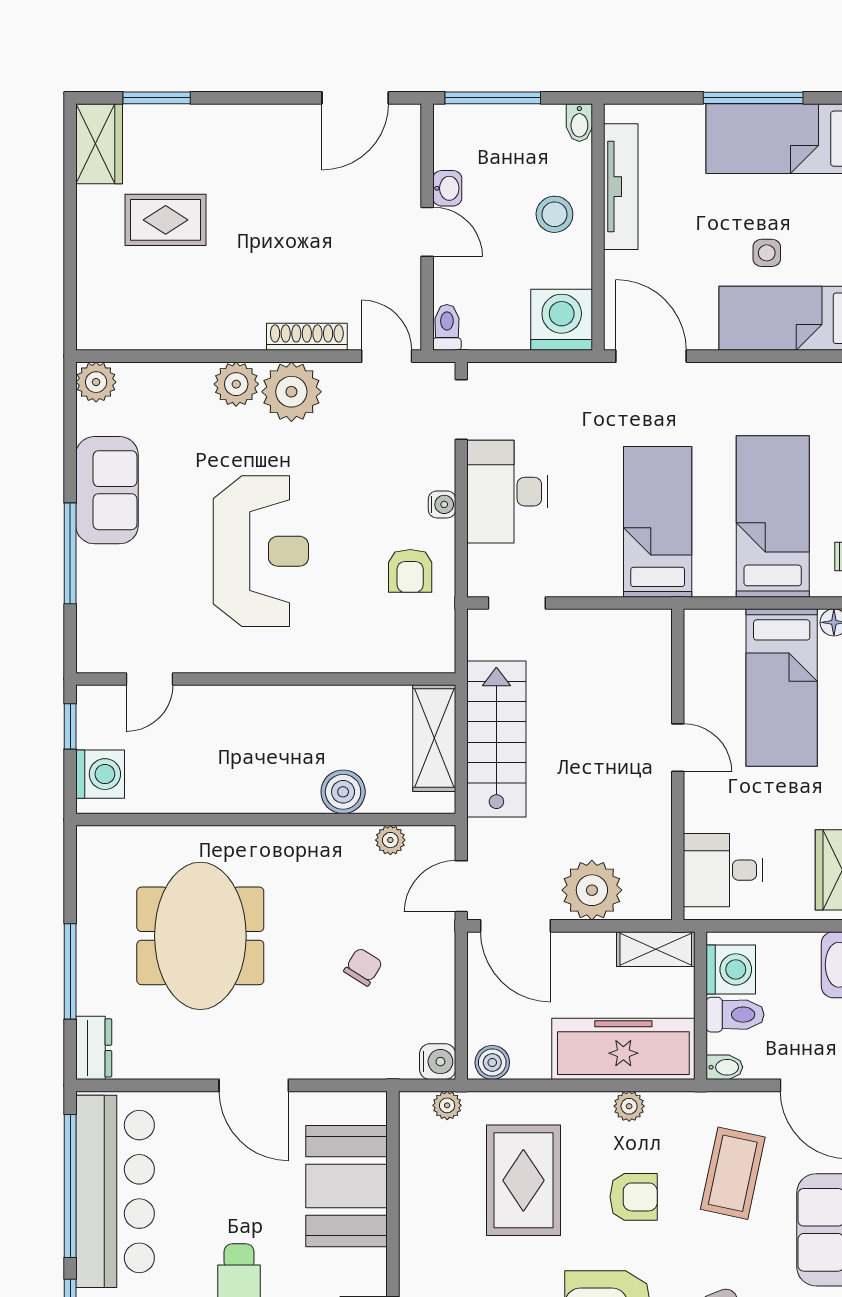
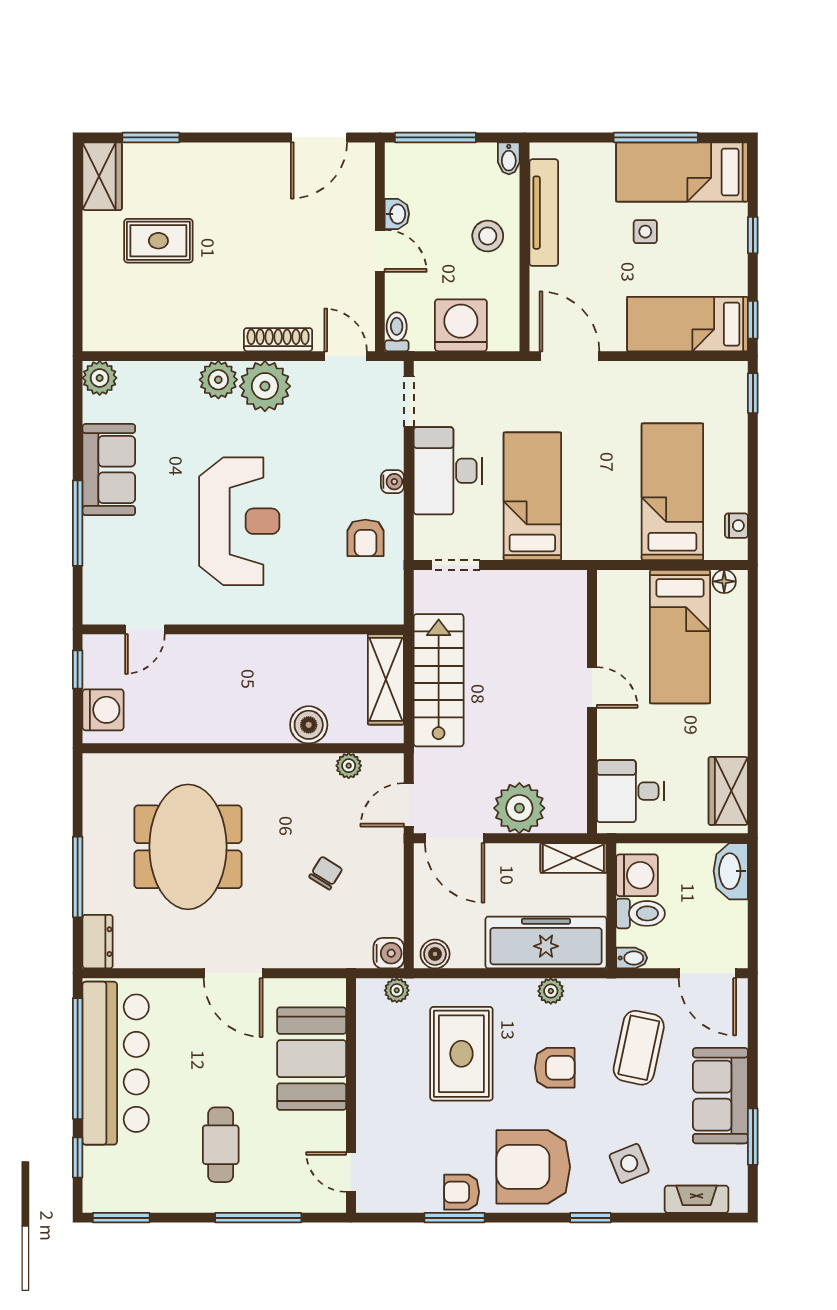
side table: (767, 253) -> (645, 232), moved
washing machine: (562, 320) -> (461, 325), moved
bed: (658, 522) -> (532, 496), moved

